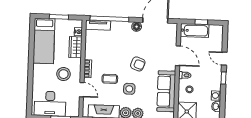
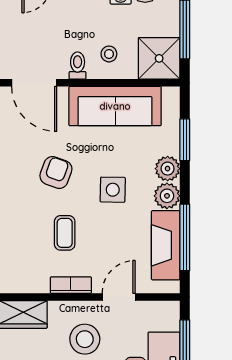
door: (178, 56) -> (34, 83), swing flipped
coffee table: (110, 79) -> (65, 233), moved

